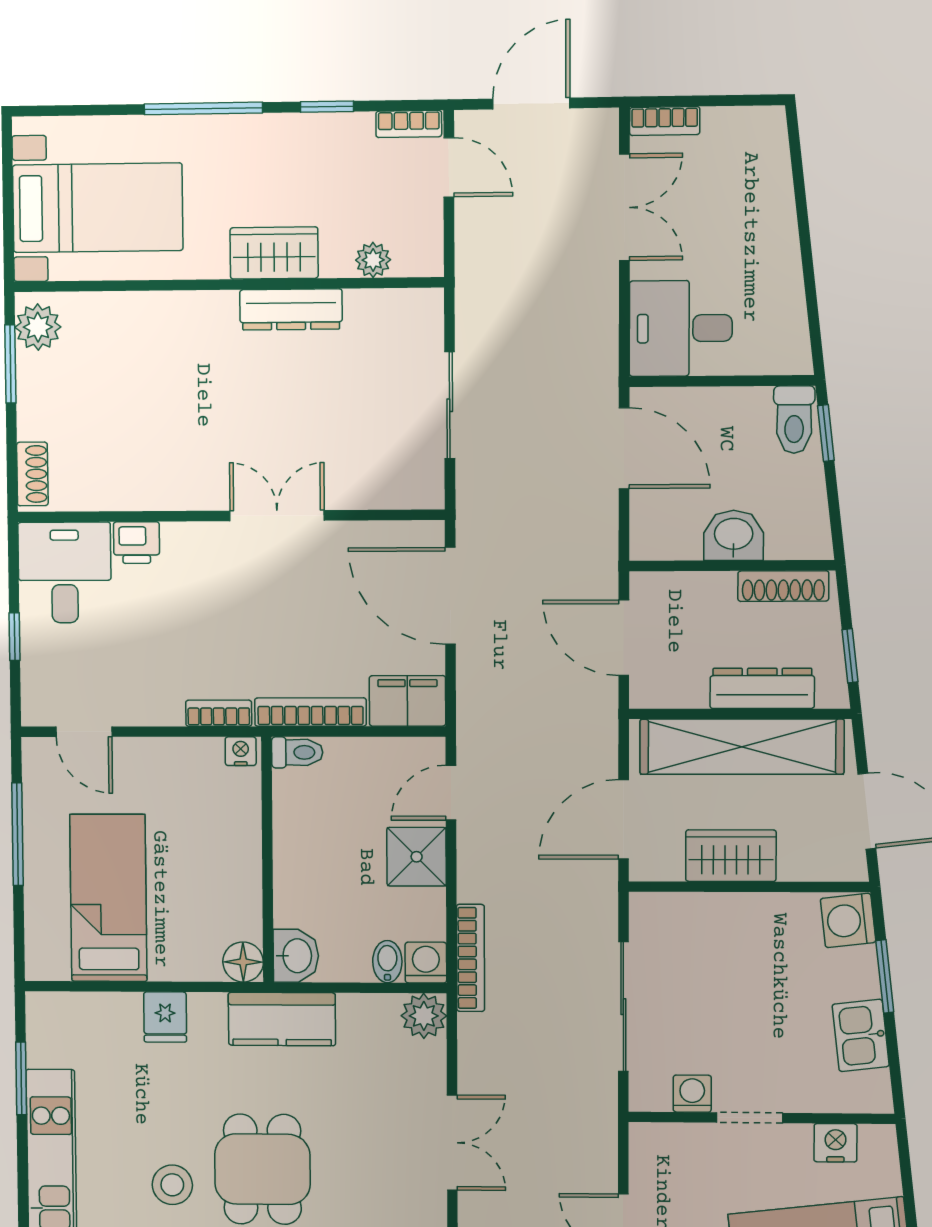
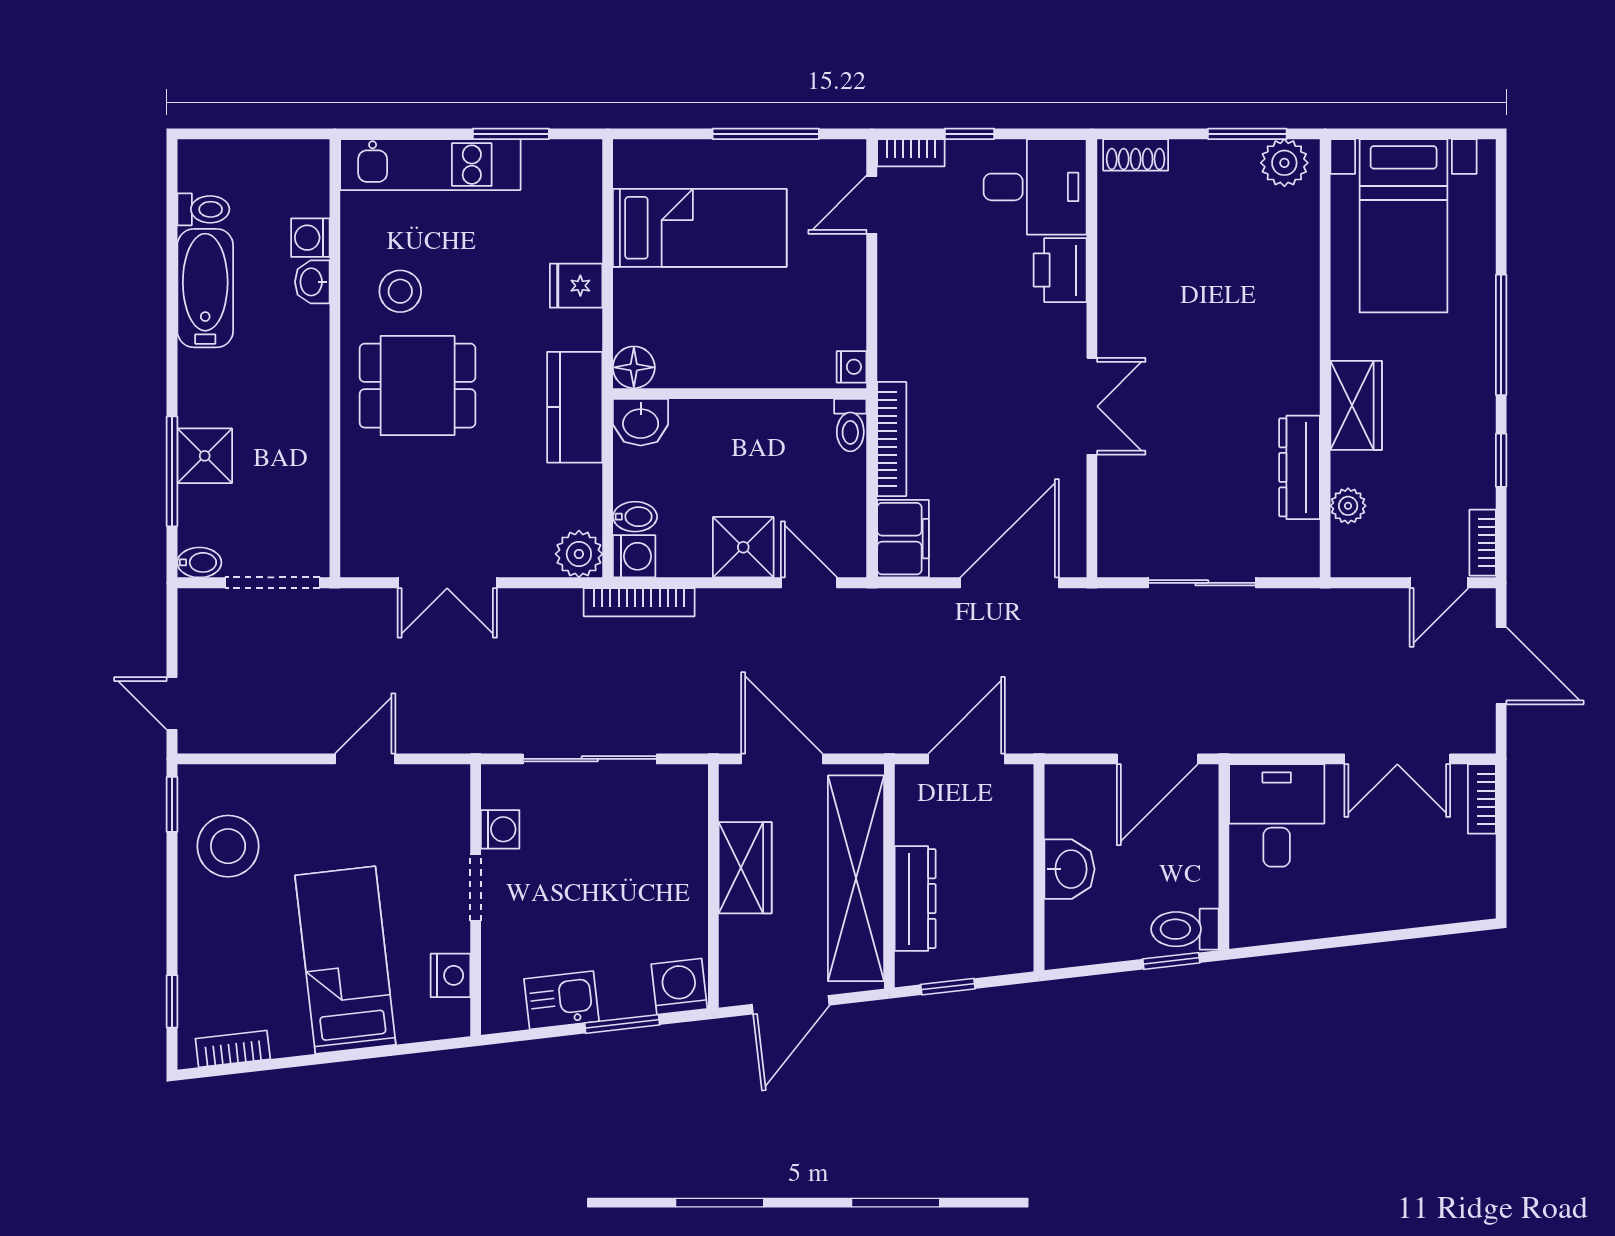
dresser: (291, 309) -> (1299, 467), moved
printer: (137, 543) -> (1060, 270), width x1.36, depth x1.24
shoe rack: (783, 586) -> (1018, 919), removed
bookcase: (219, 713) -> (911, 153), moved, turned 90

